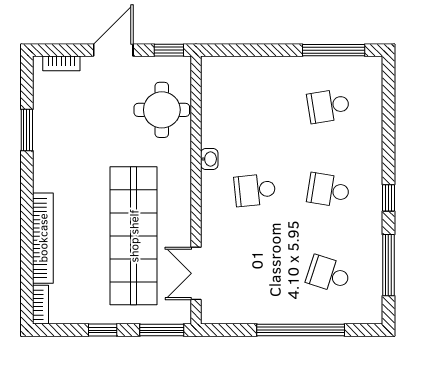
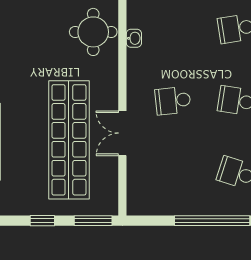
washbasin: (209, 159) -> (134, 38), moved
double door: (196, 273) -> (122, 133), moved

